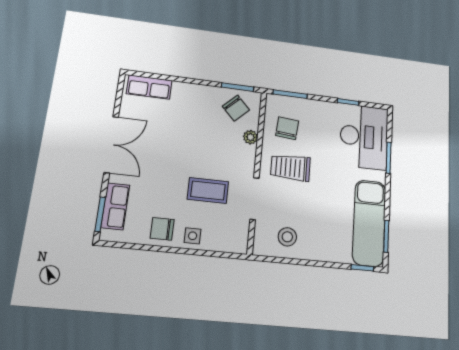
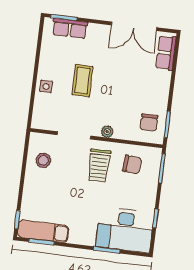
chair: (236, 108) -> (149, 123), turned -46
plant: (250, 137) -> (107, 132), moved
double door: (111, 145) -> (134, 26), moved
trolley: (291, 168) -> (99, 166), turned 180
coffee table: (208, 190) -> (82, 81), moved
exam couch: (369, 223) -> (43, 231), width x0.73, depth x0.69
chair: (162, 229) -> (52, 63), removed

